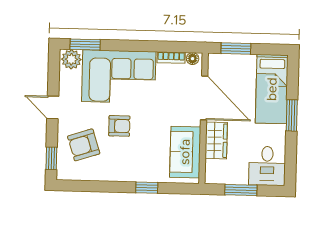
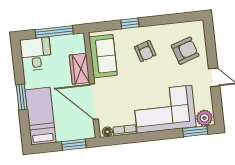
armchair: (119, 126) -> (145, 51), moved, turned -108
window: (51, 158) -> (210, 36), removed
window: (241, 190) -> (54, 32), width x1.44

